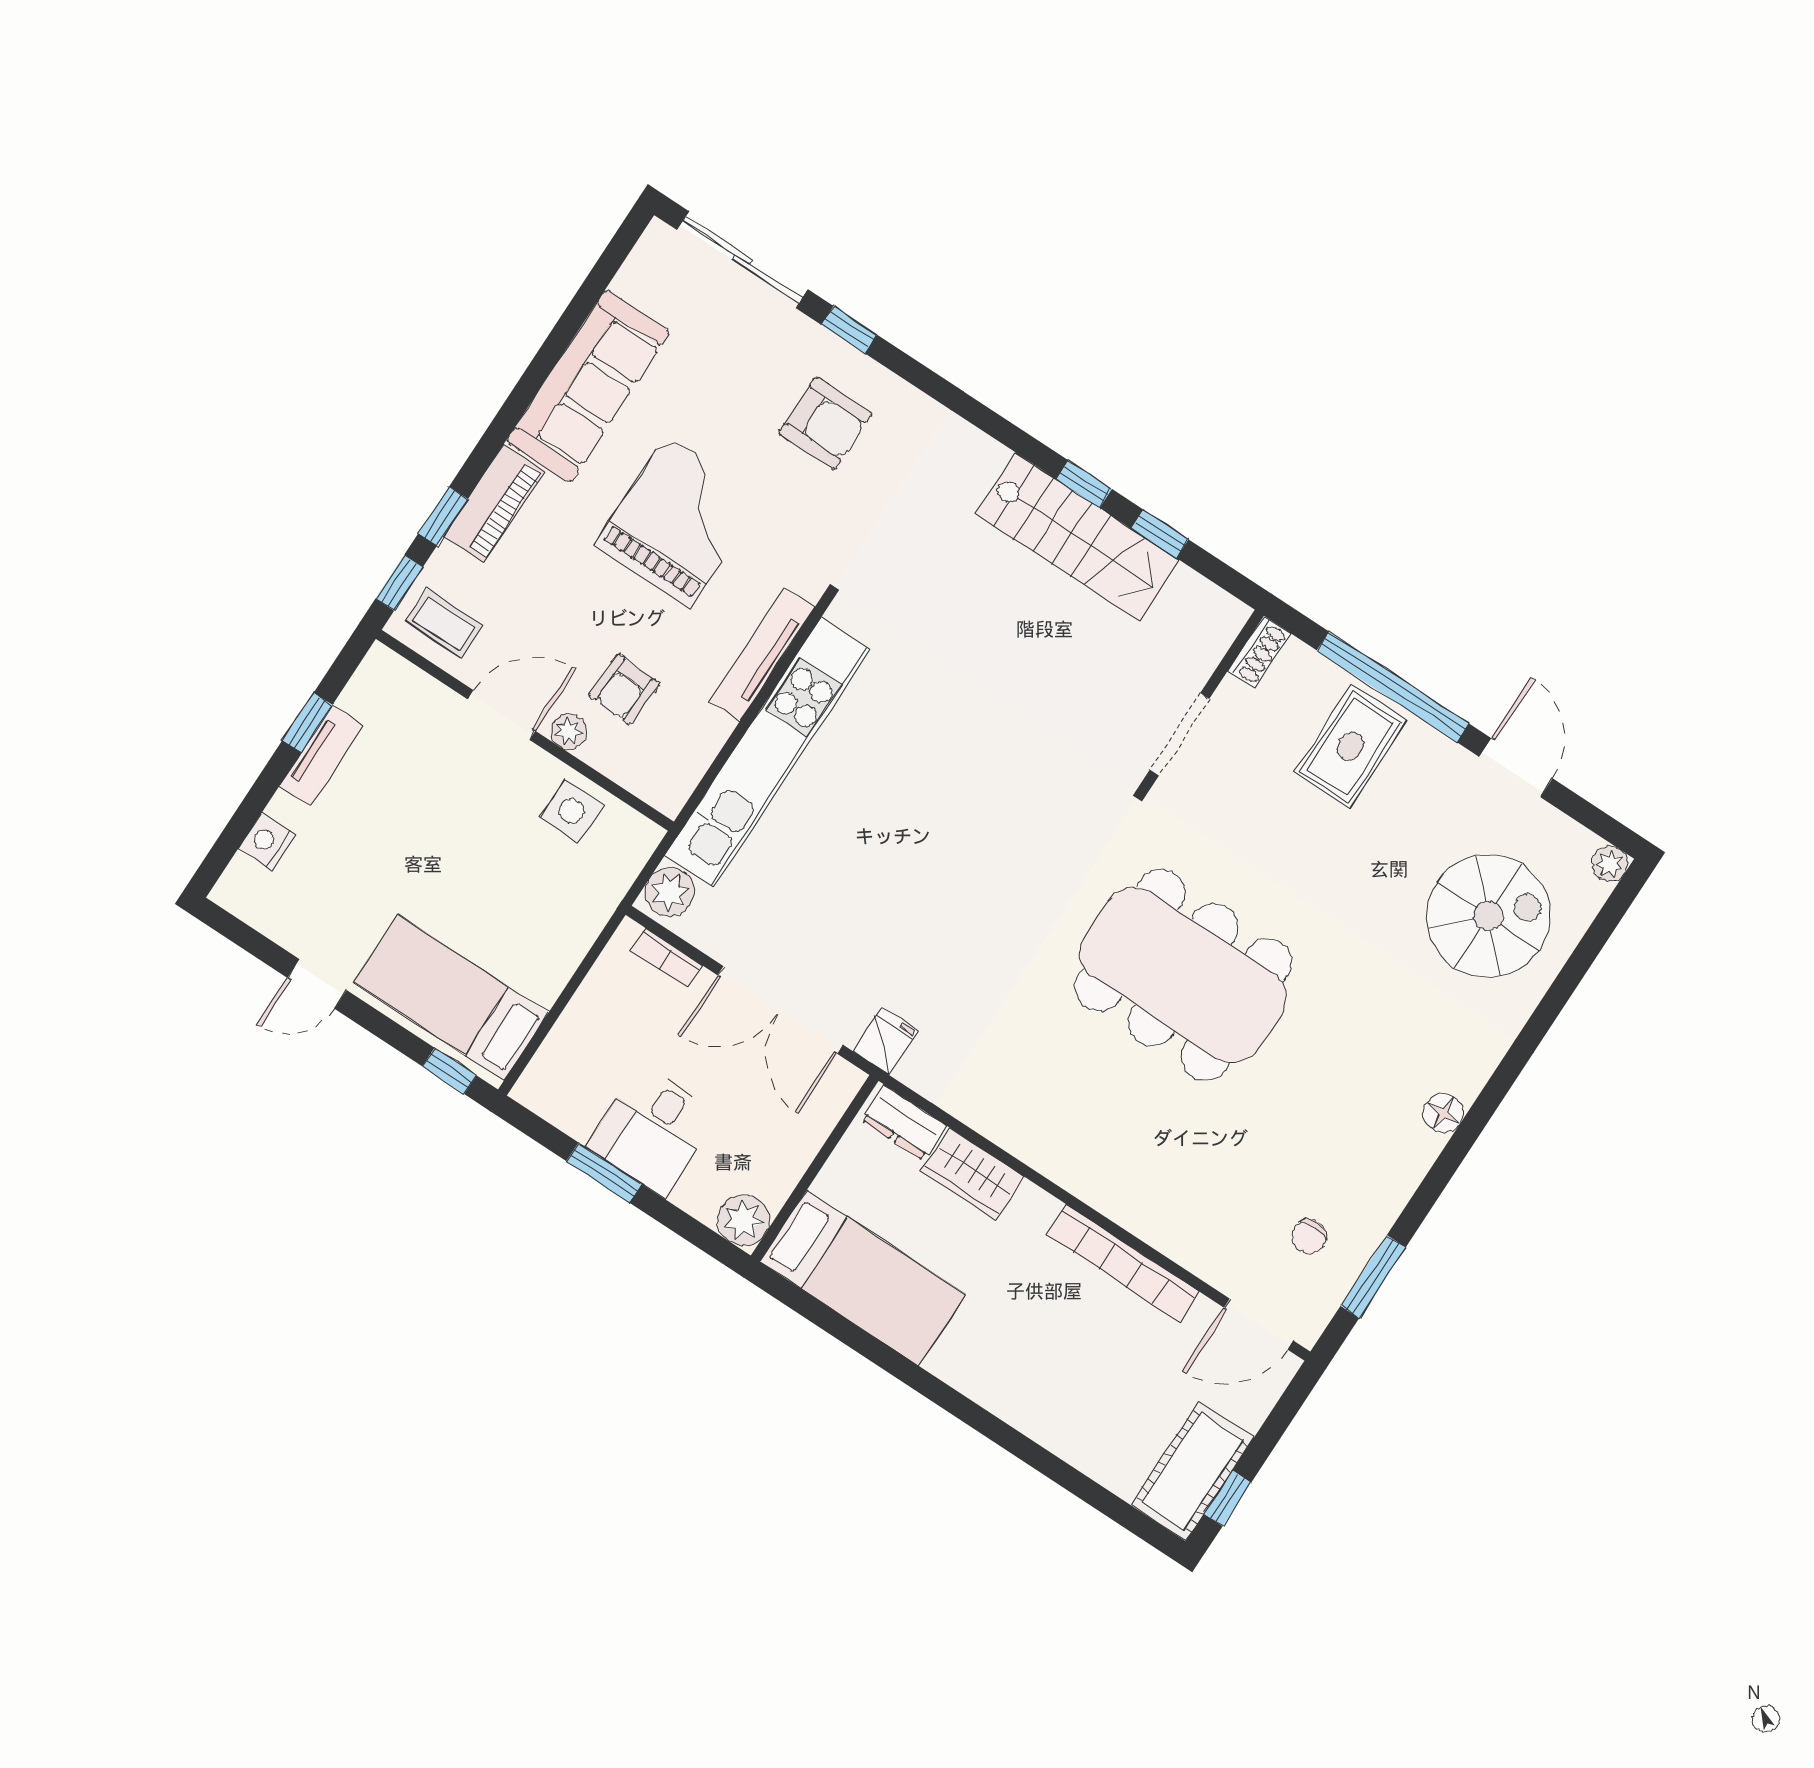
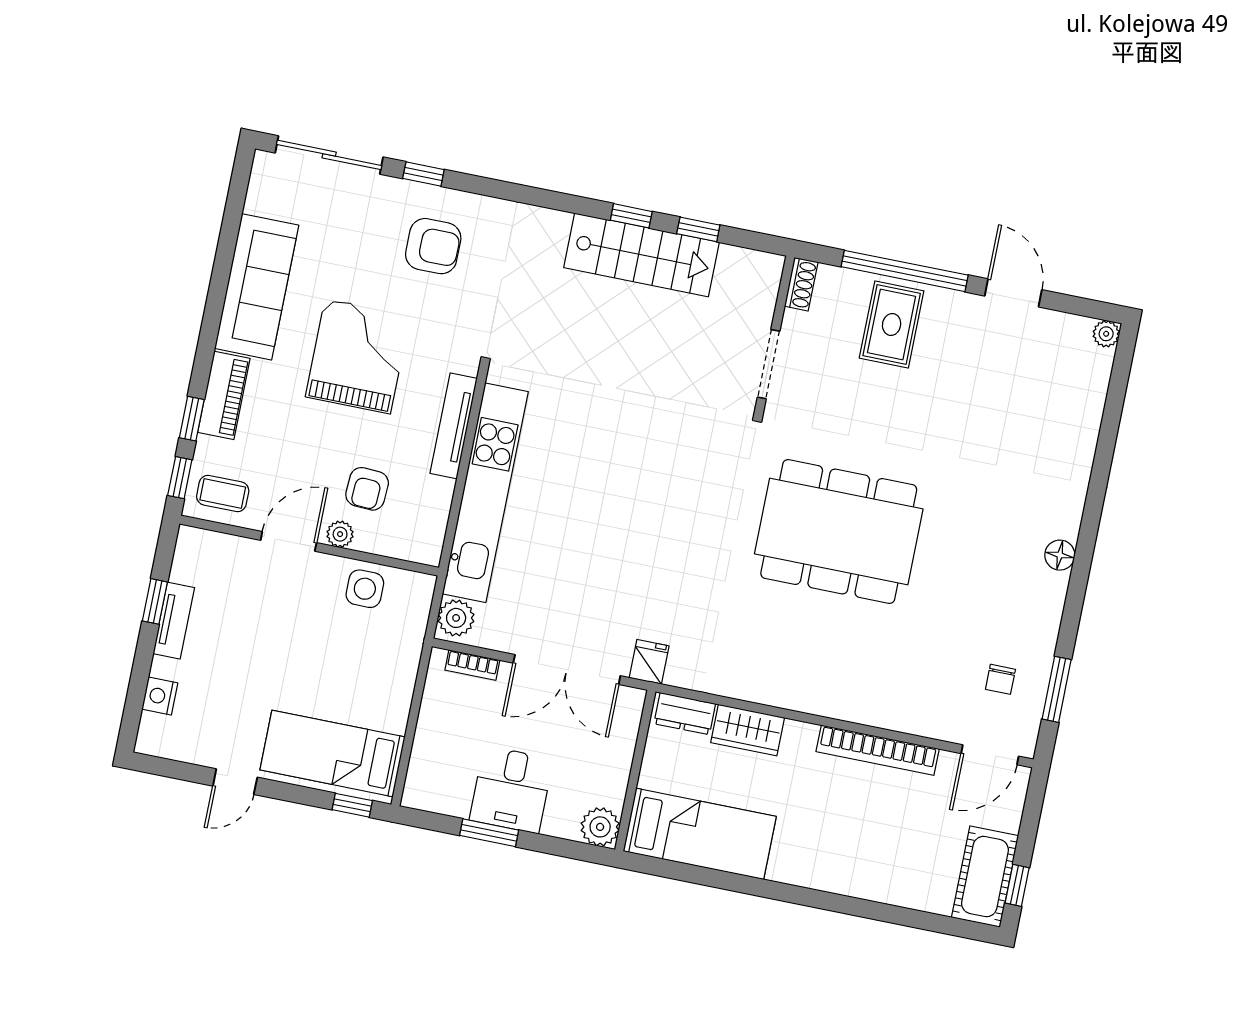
spiral stairs: (1488, 916) -> (1036, 404), removed

